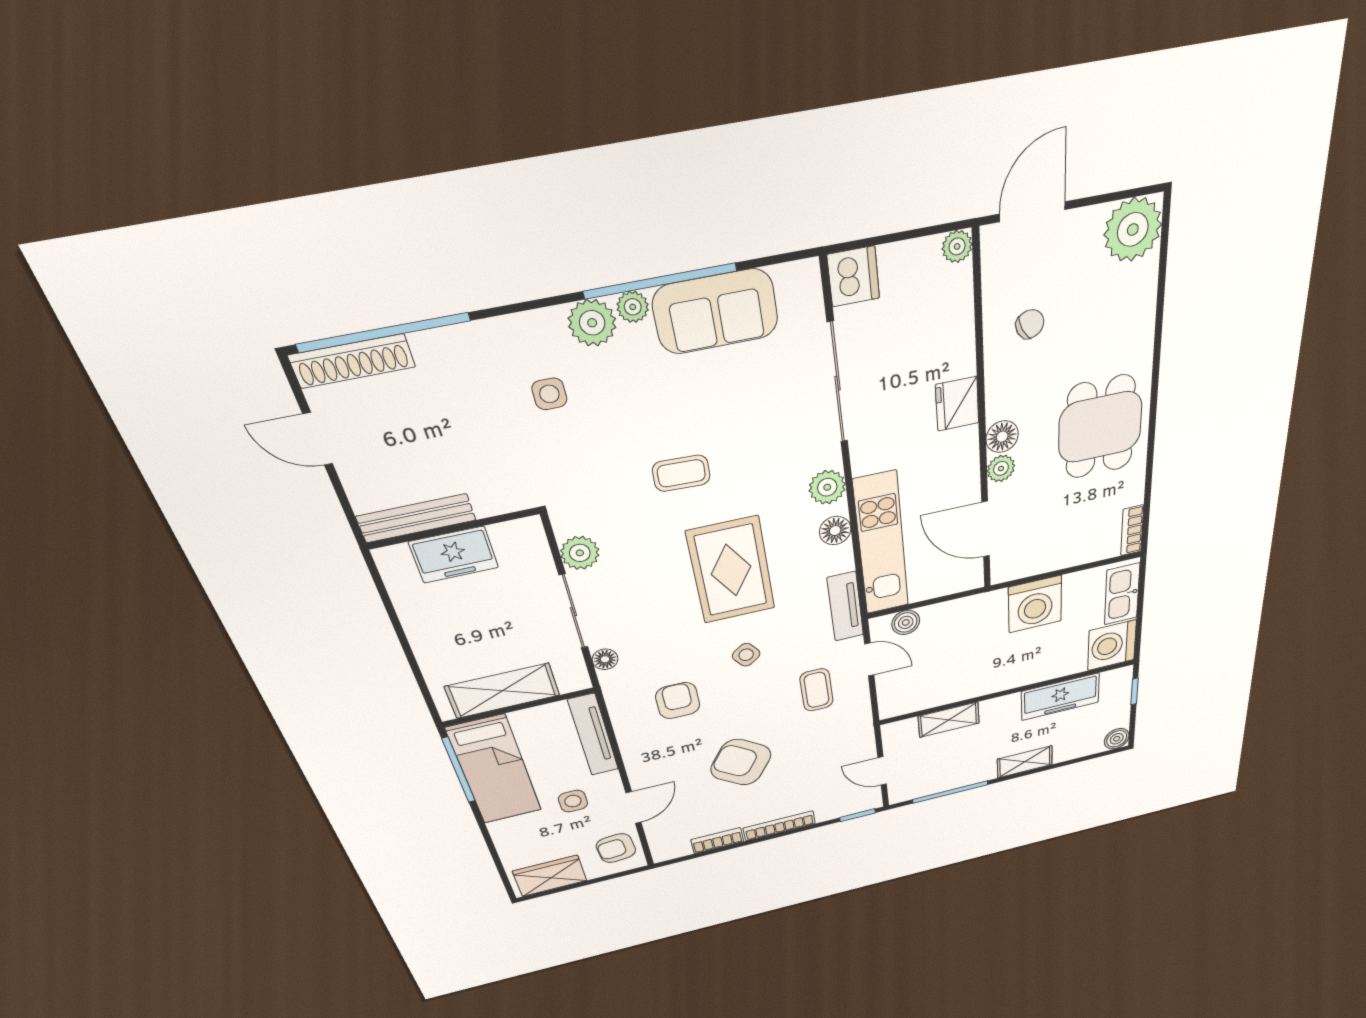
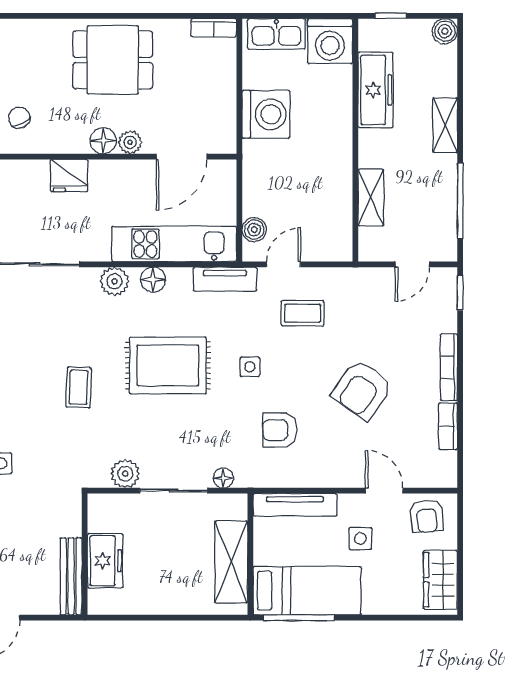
side table: (746, 655) -> (250, 367), turned 36

